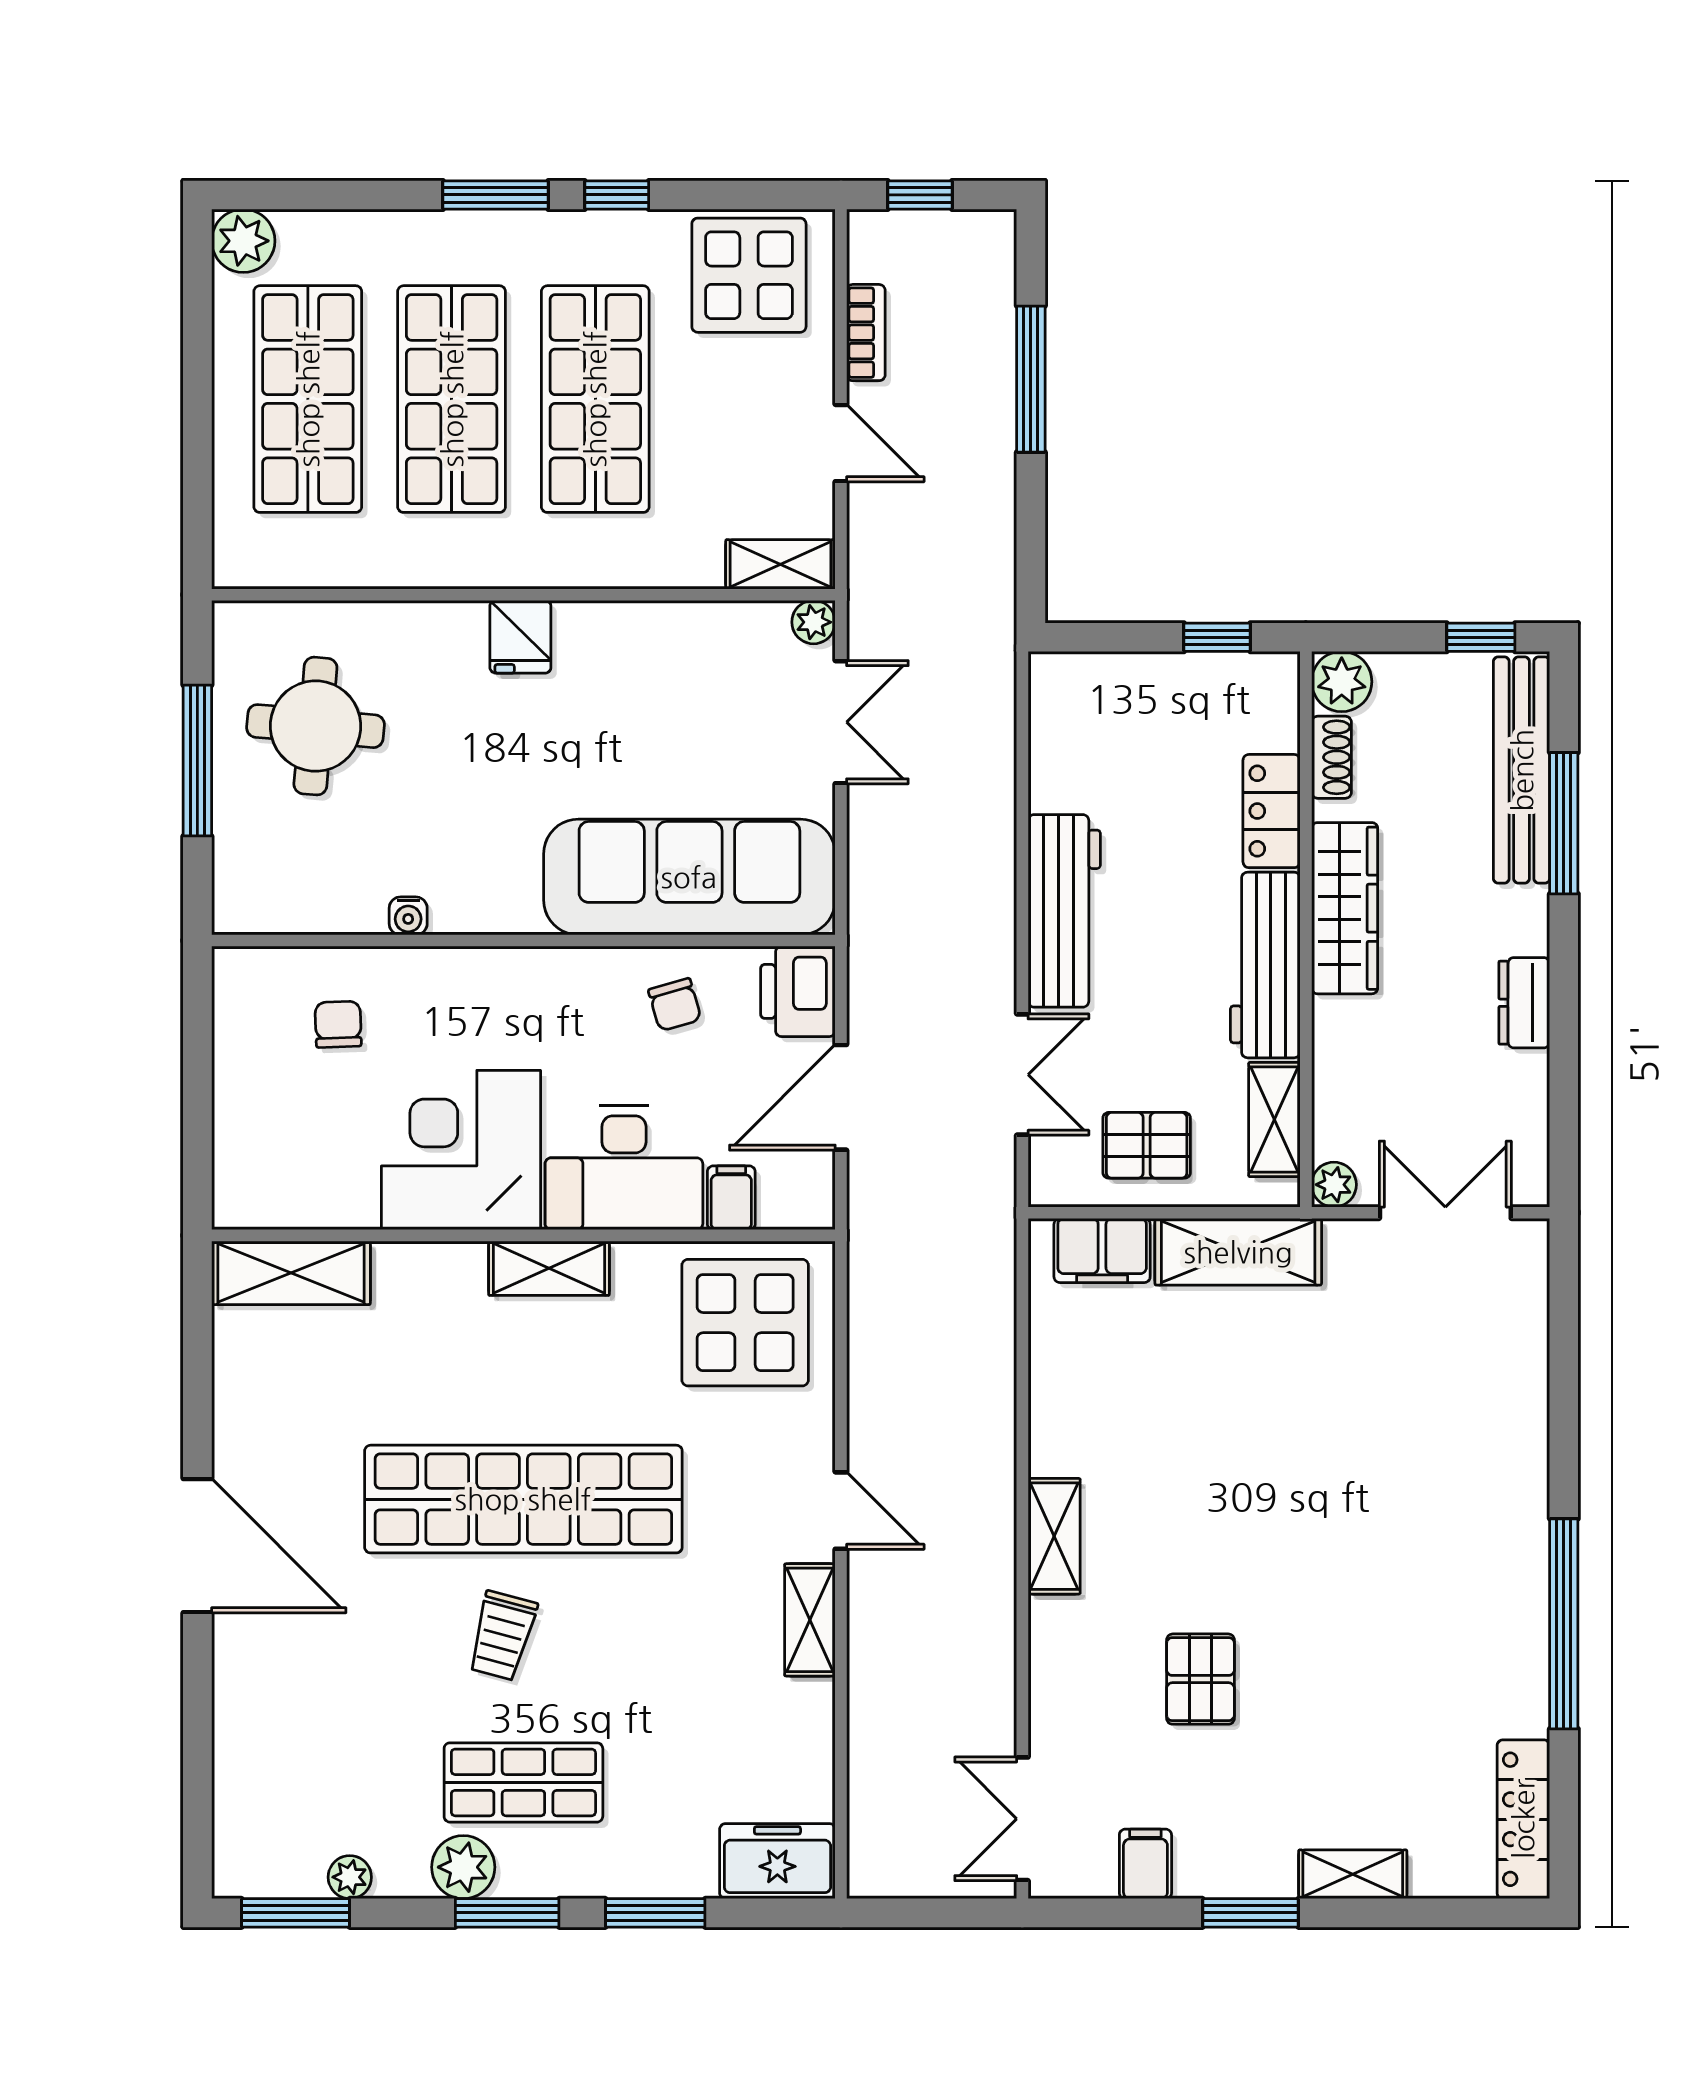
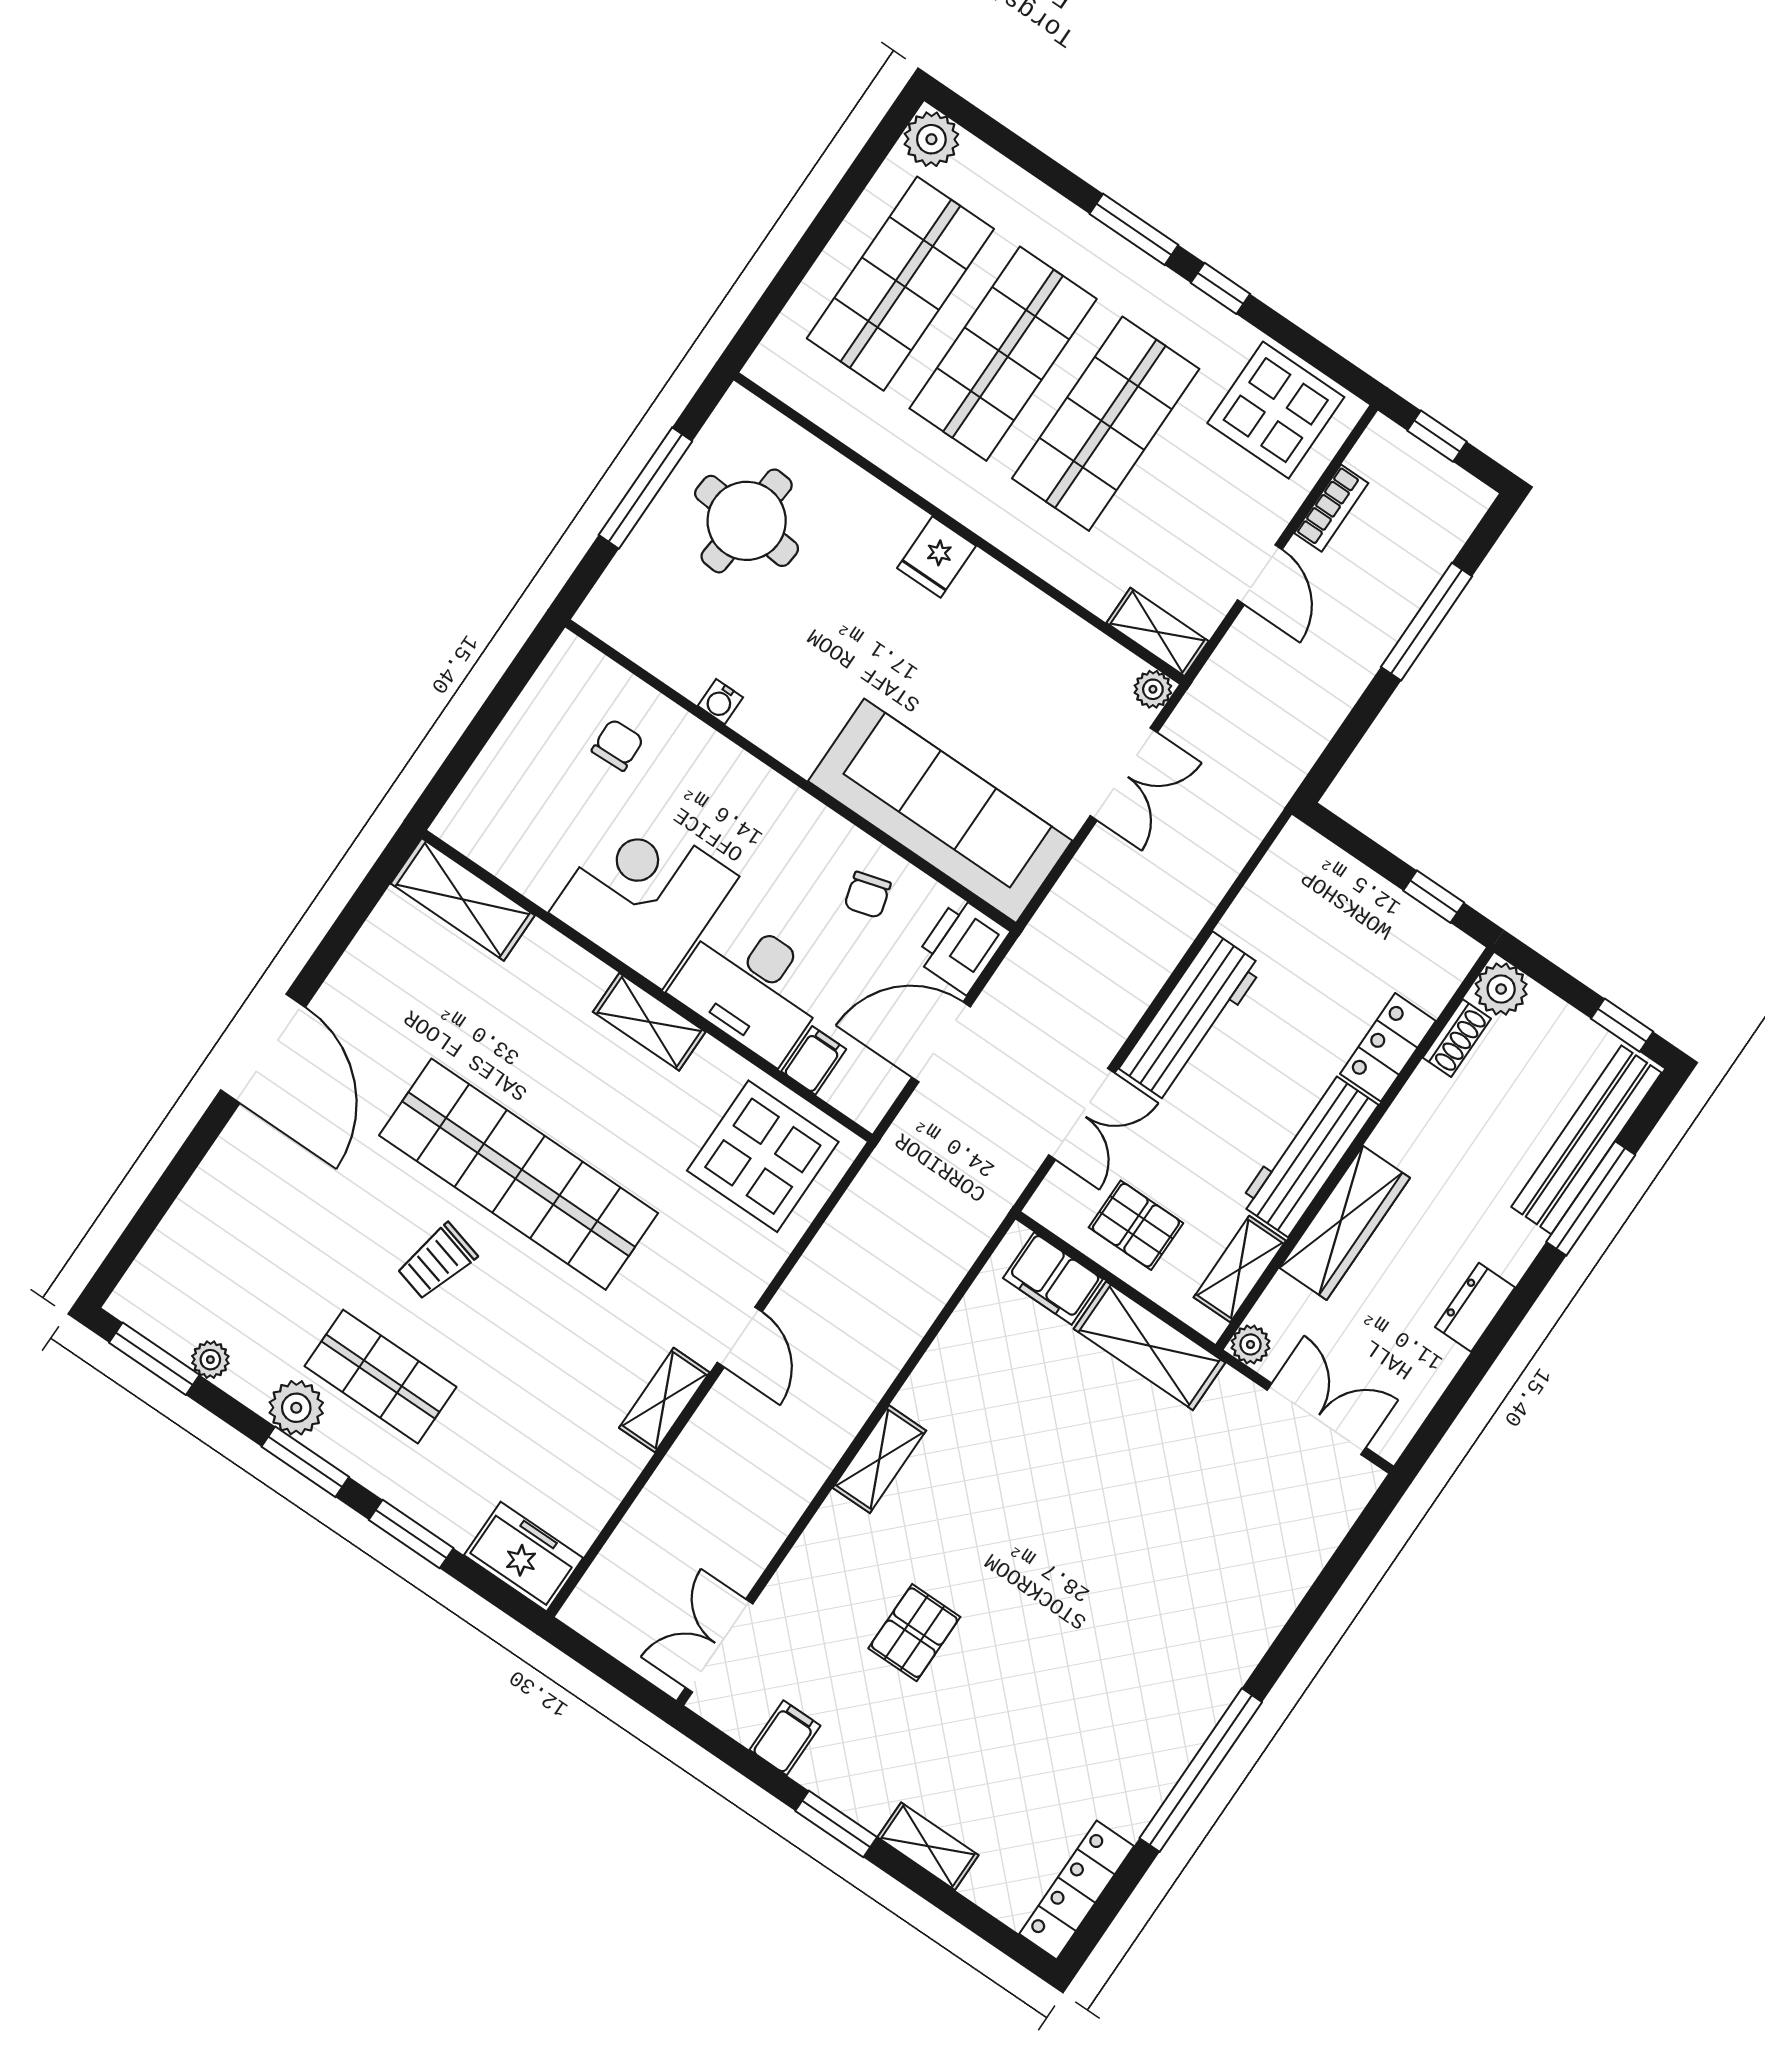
wardrobe: (1345, 908) -> (1345, 1223), moved

